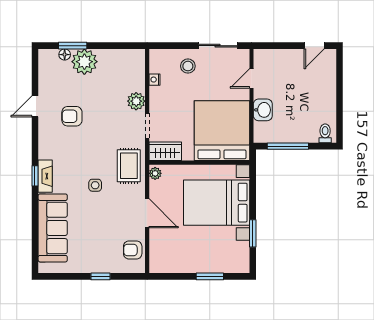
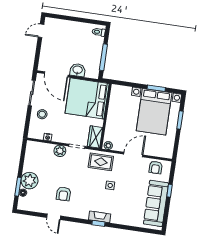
door: (314, 46) -> (41, 31), swing flipped
door: (251, 78) -> (56, 74), width x1.87
bed with nightstands: (217, 203) -> (154, 112), moved
sofa: (53, 228) -> (156, 203), moved, turned -90

